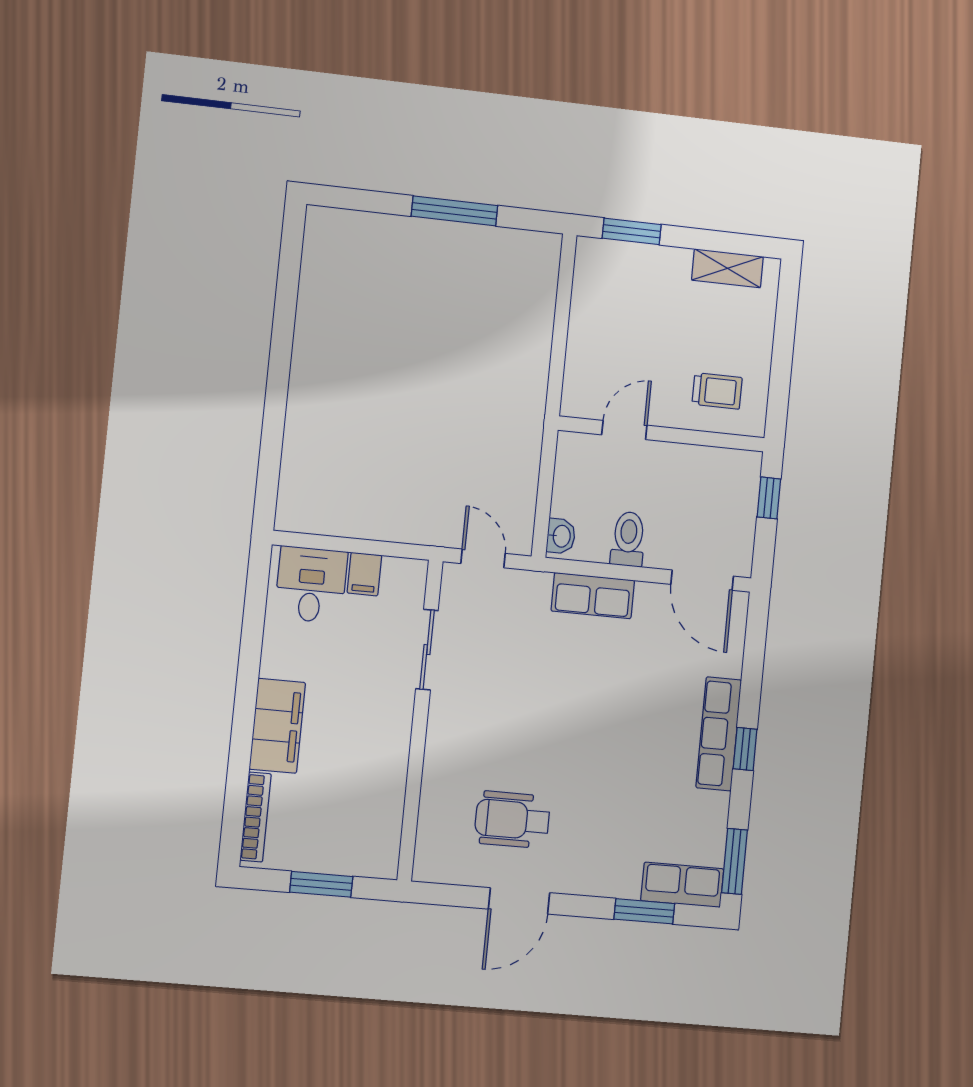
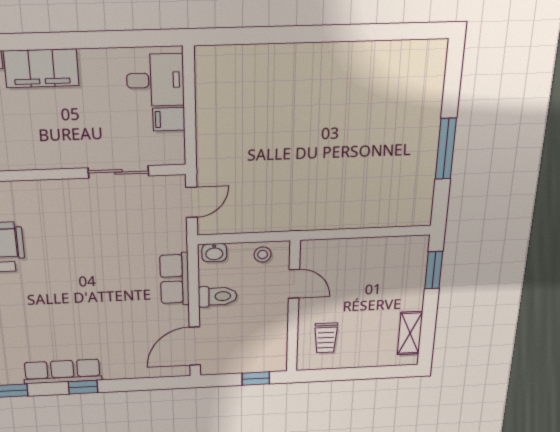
stool: (573, 470) -> (263, 255), added
row of seats: (719, 734) -> (62, 371), moved

